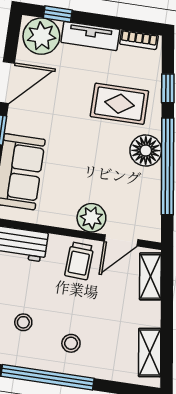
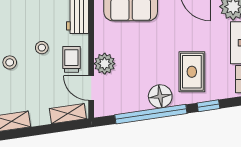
trolley: (79, 261) -> (71, 59), turned 87
stool: (23, 322) -> (42, 48), moved

